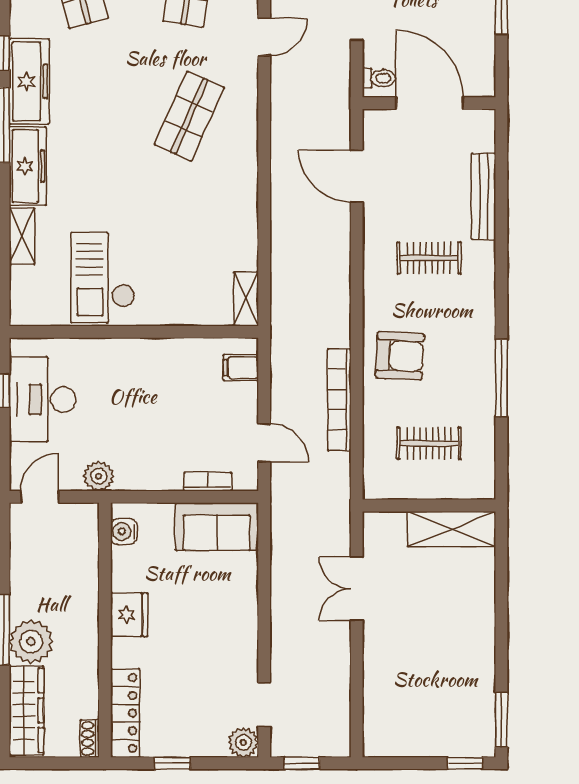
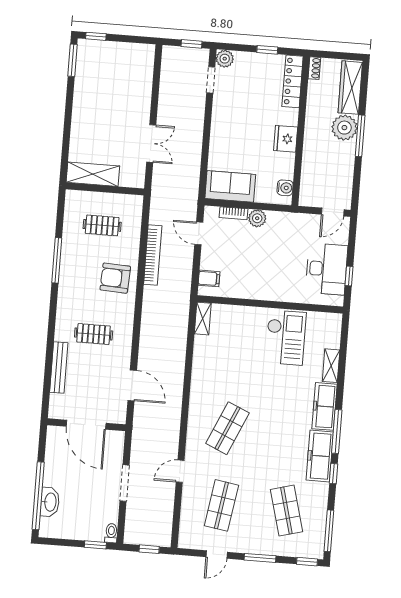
toilet: (379, 78) -> (115, 442), removed
plant: (99, 476) -> (257, 218), moved

